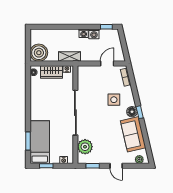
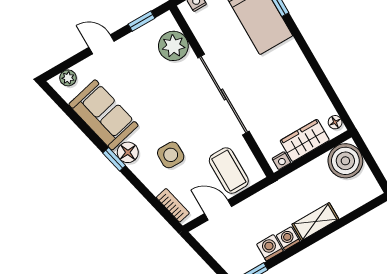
shelving: (70, 57) -> (315, 222), moved
door: (107, 64) -> (218, 210), swing flipped
coffee table: (92, 78) -> (229, 171), added

